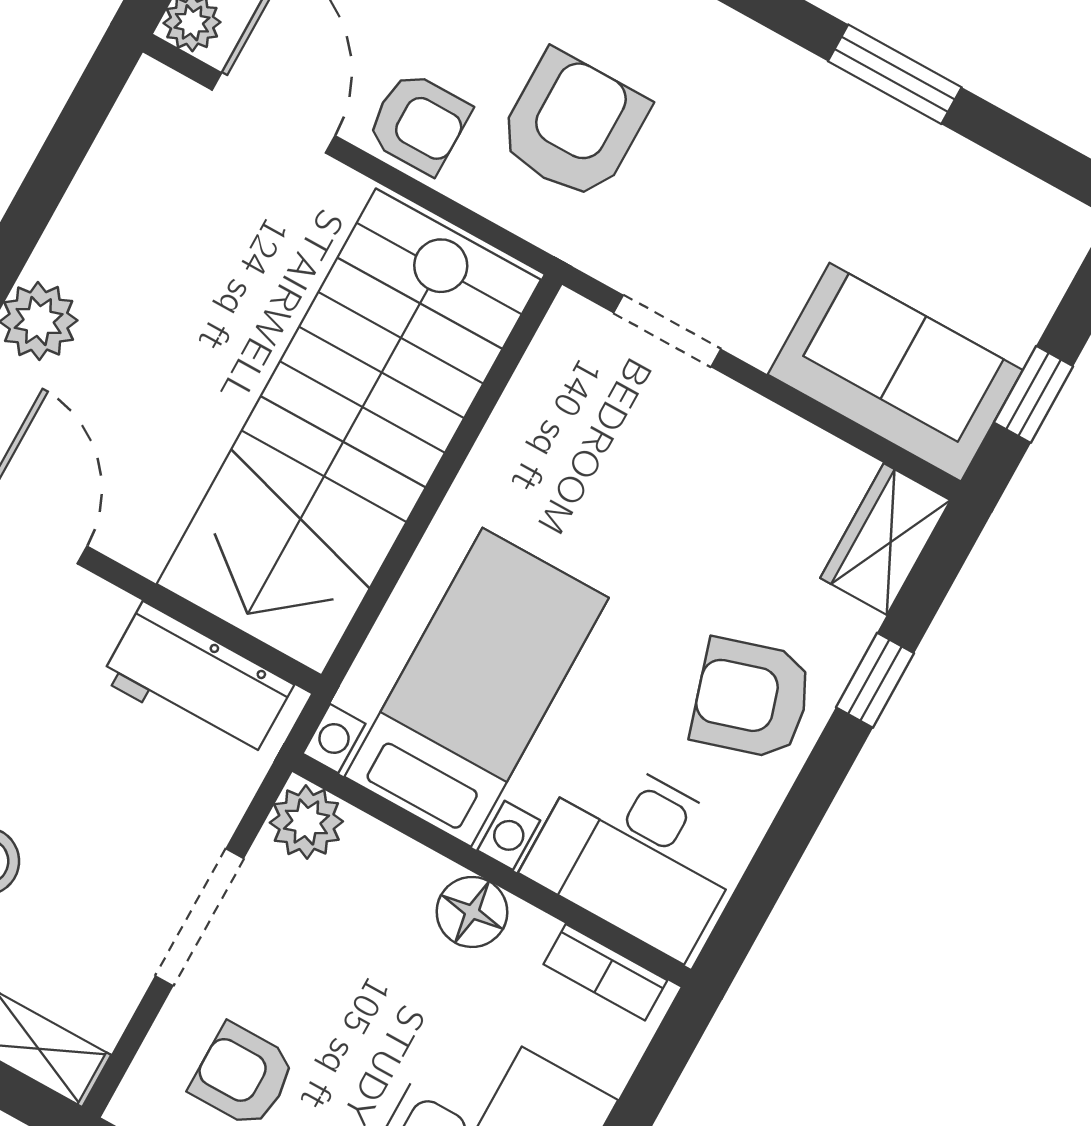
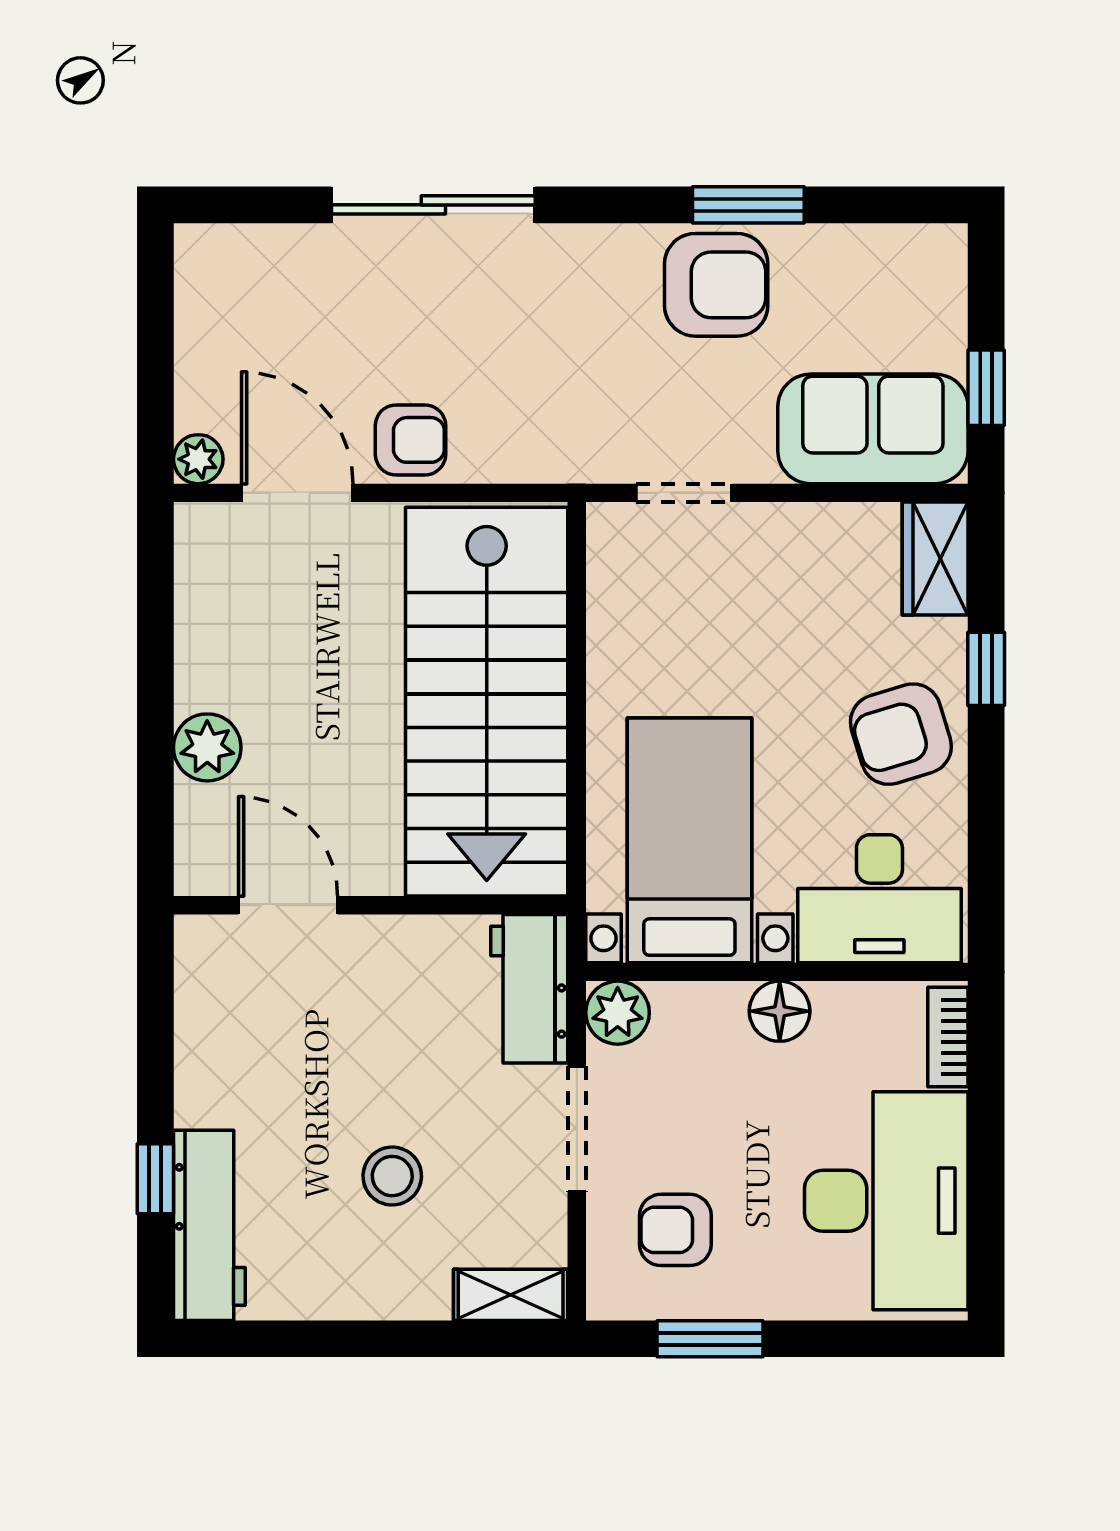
armchair: (573, 125) -> (716, 285), moved, turned 90
workbench: (197, 682) -> (529, 989), moved, turned 90
bookcase: (605, 972) -> (948, 1037), moved, turned 90

